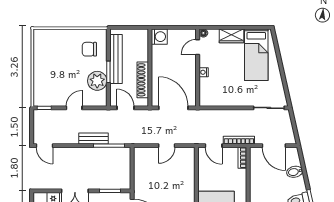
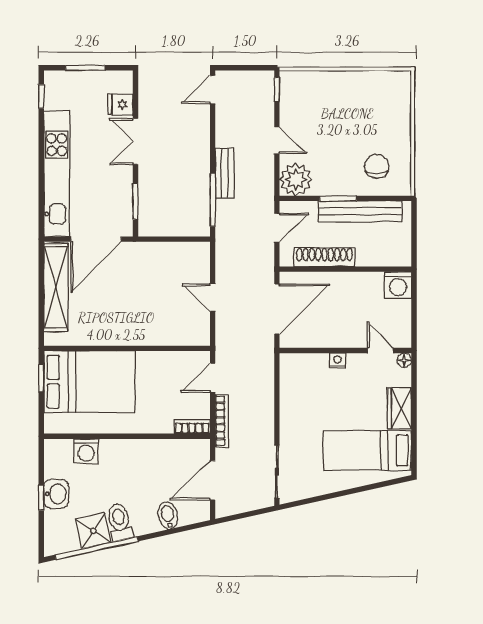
plant: (97, 81) -> (296, 180), moved

